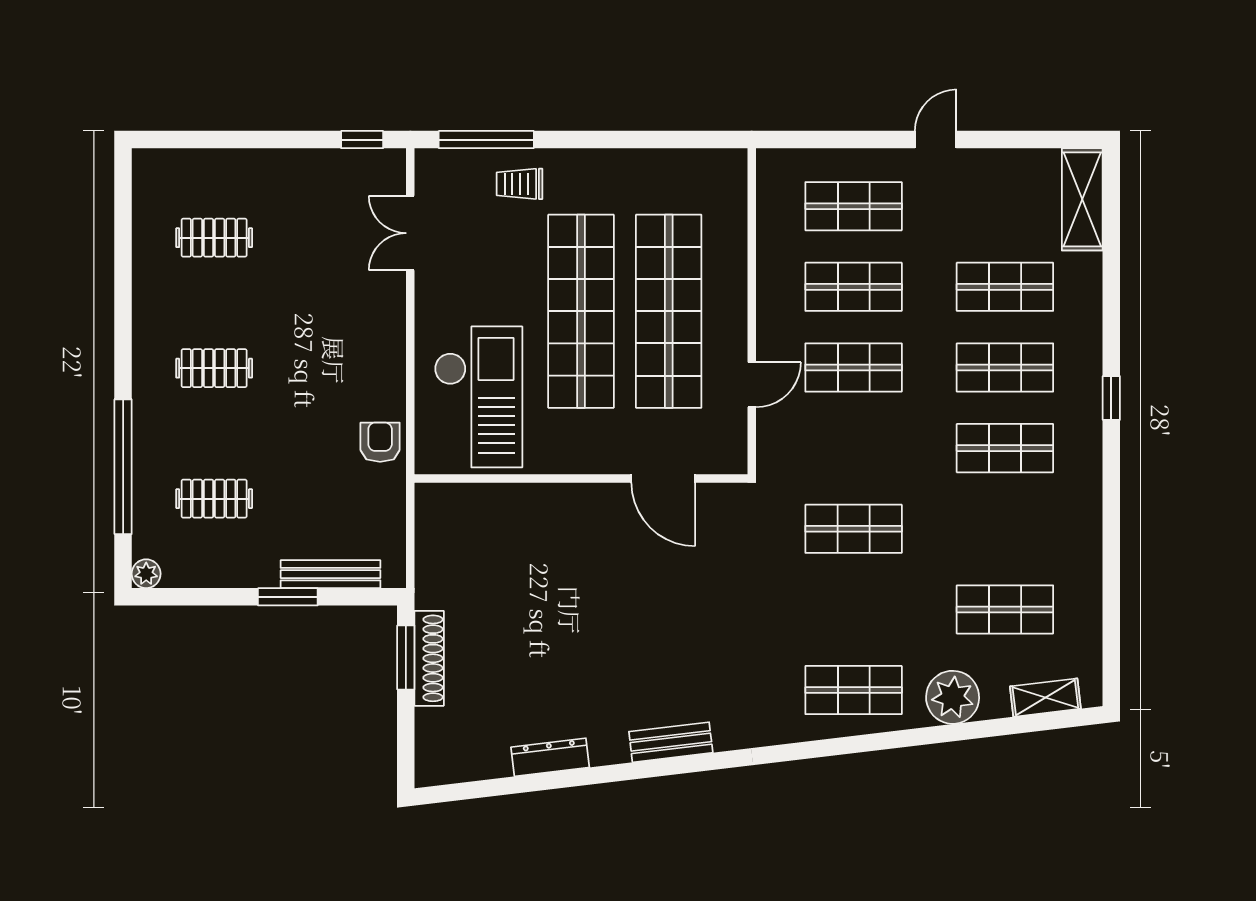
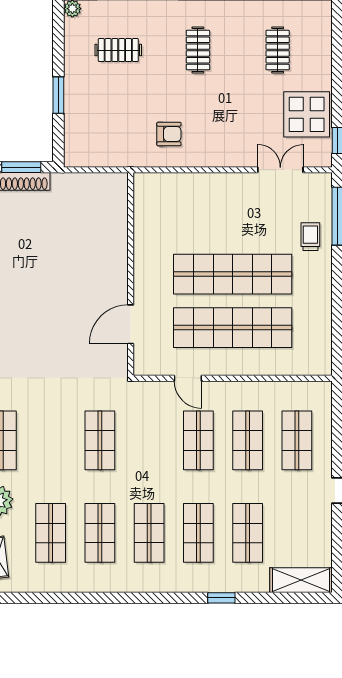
display table: (320, 190) -> (307, 114), added
checkout: (478, 397) -> (180, 211), removed
window: (1111, 398) -> (221, 598), moved
armchair: (380, 442) -> (169, 134), moved
clothes rail: (214, 499) -> (118, 50), turned 90
shop shelf: (1005, 529) -> (100, 533), added
bench: (330, 574) -> (72, 121), removed

